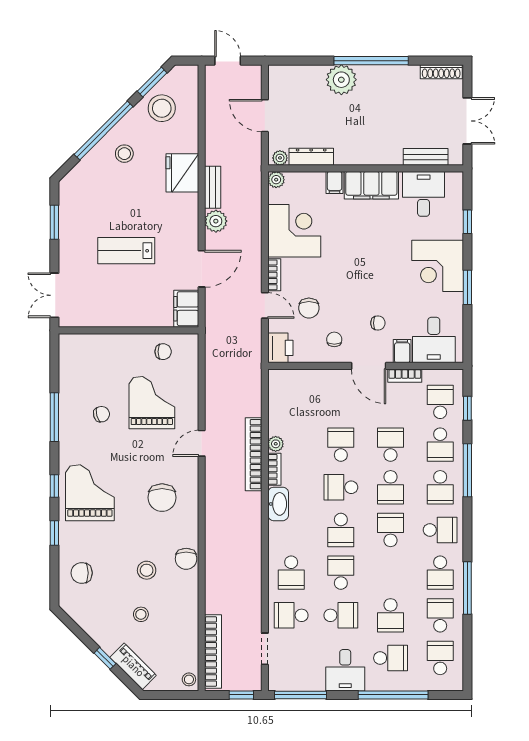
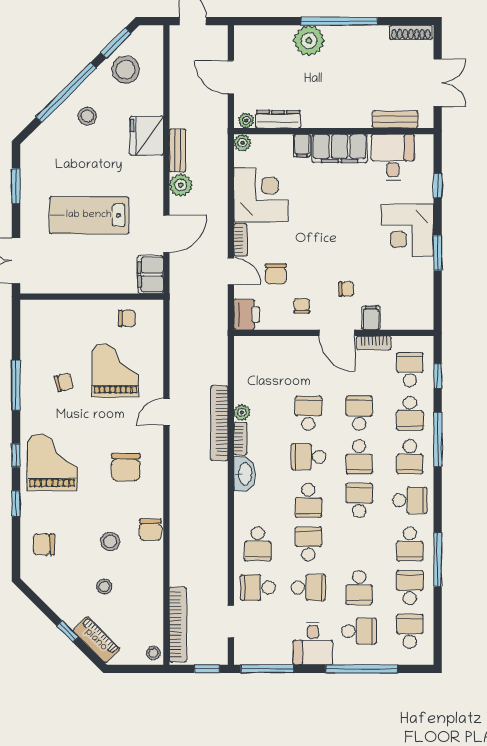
lab bench: (126, 251) -> (89, 215), width x1.36, depth x1.39
desk: (434, 340) -> (403, 306), removed

